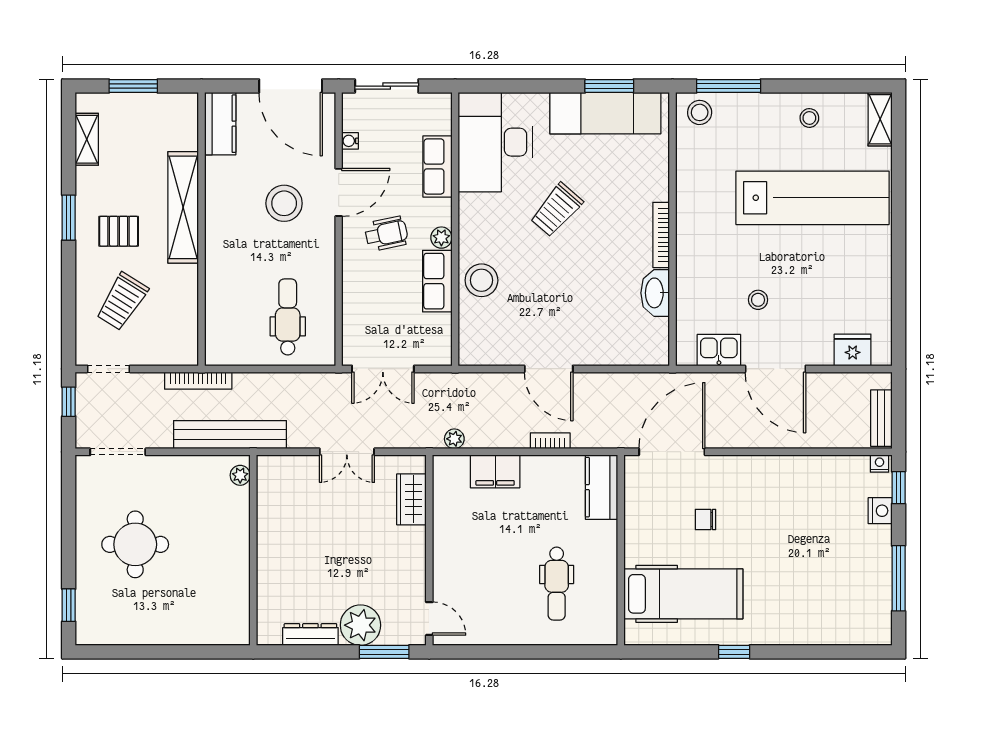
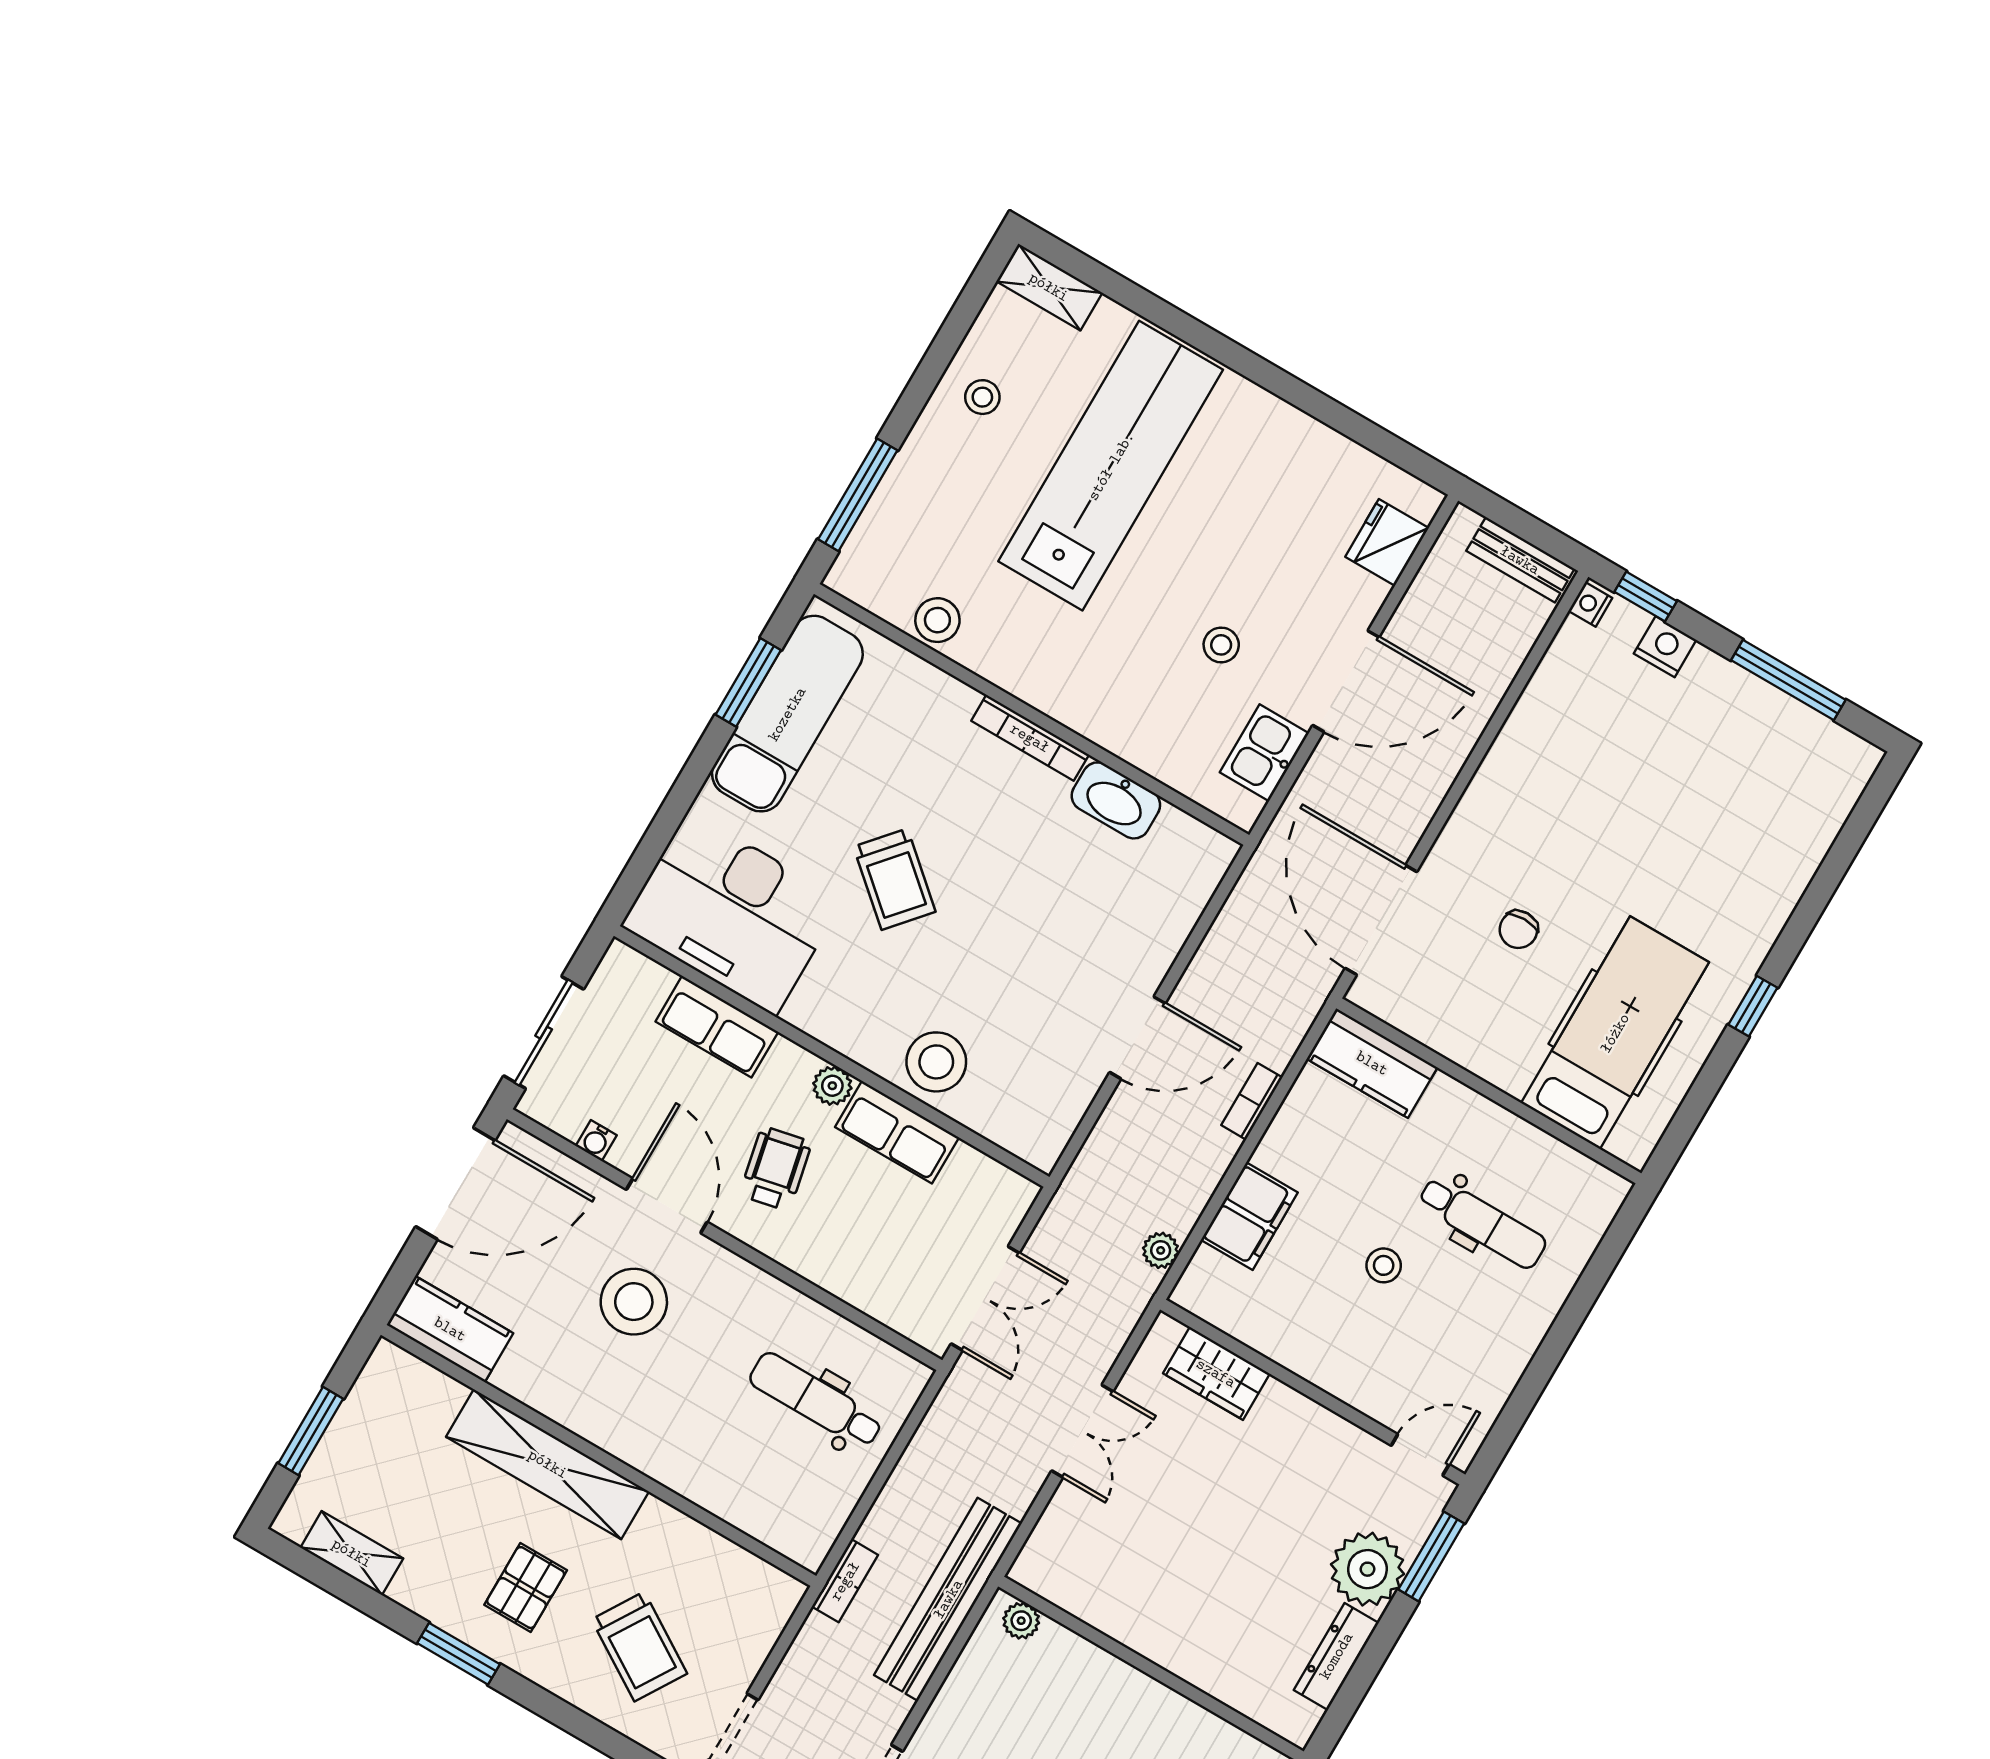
stool: (700, 112) -> (937, 620), moved
bookcase: (198, 381) -> (845, 1581), width x0.64
stool: (509, 549) -> (1384, 1265), added

